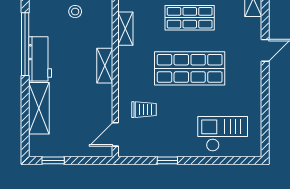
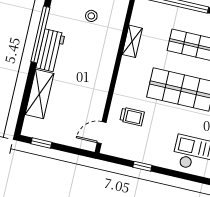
shelving: (105, 66) -> (106, 70), removed

